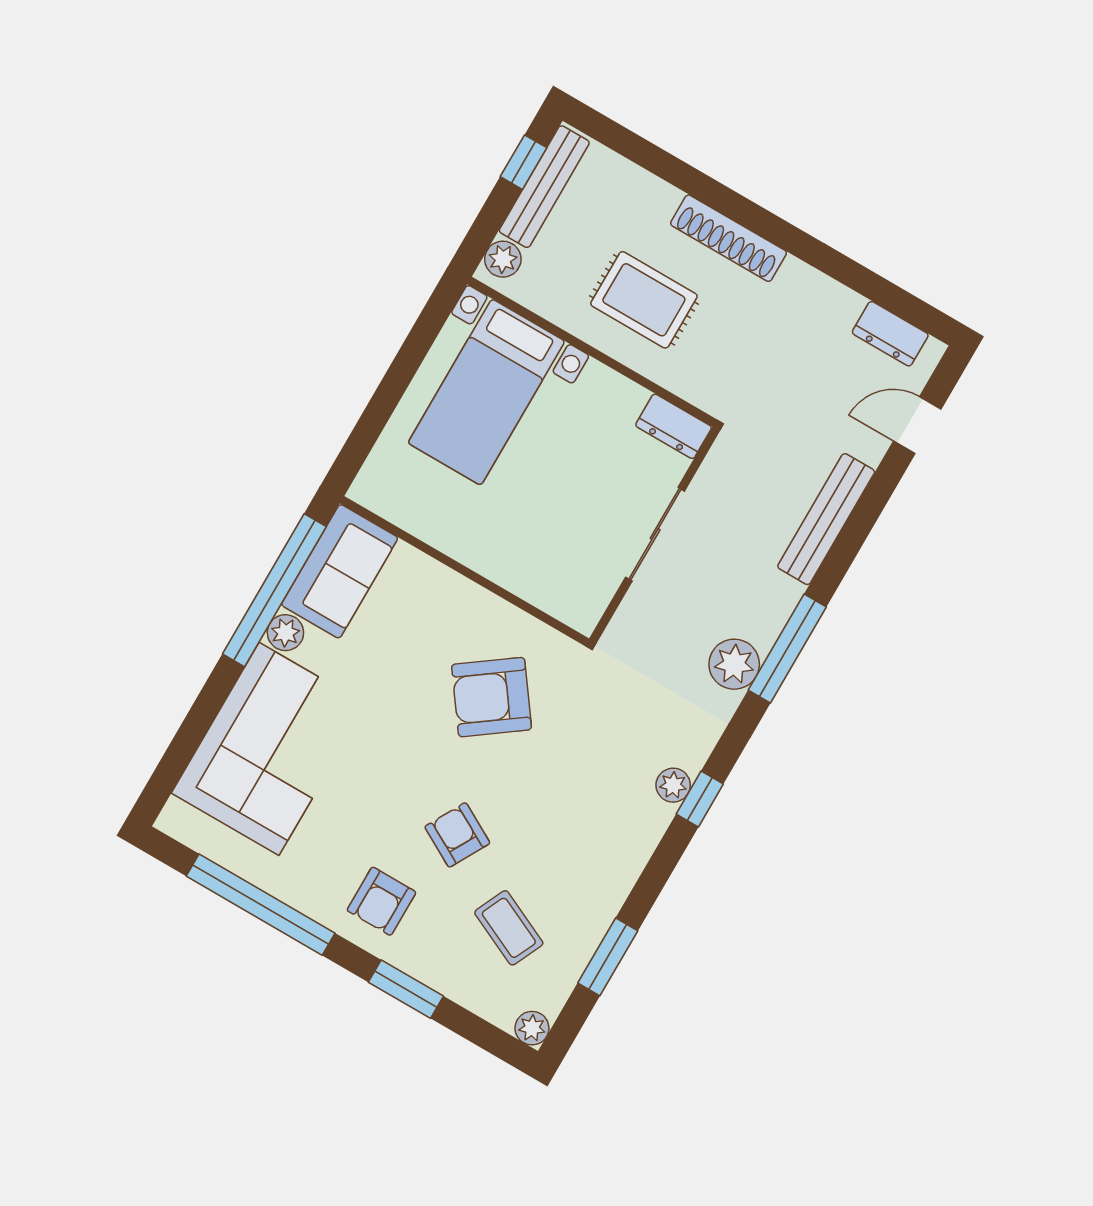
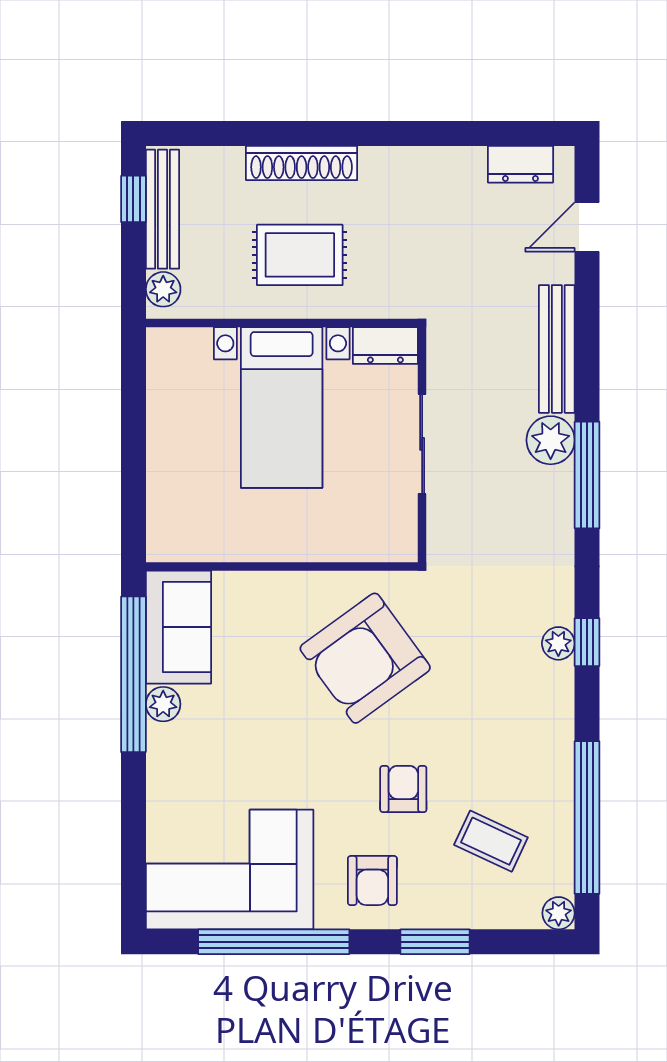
shoe rack: (729, 238) -> (302, 163), moved
bed with nightstands: (486, 392) -> (282, 408), moved
plant: (734, 664) -> (551, 440), moved
armchair: (492, 697) -> (365, 658), width x1.36, depth x1.36
corner sofa: (269, 749) -> (230, 870), moved, turned -90
armchair: (457, 835) -> (403, 789), turned 61
window: (608, 957) -> (587, 817), width x2.11

